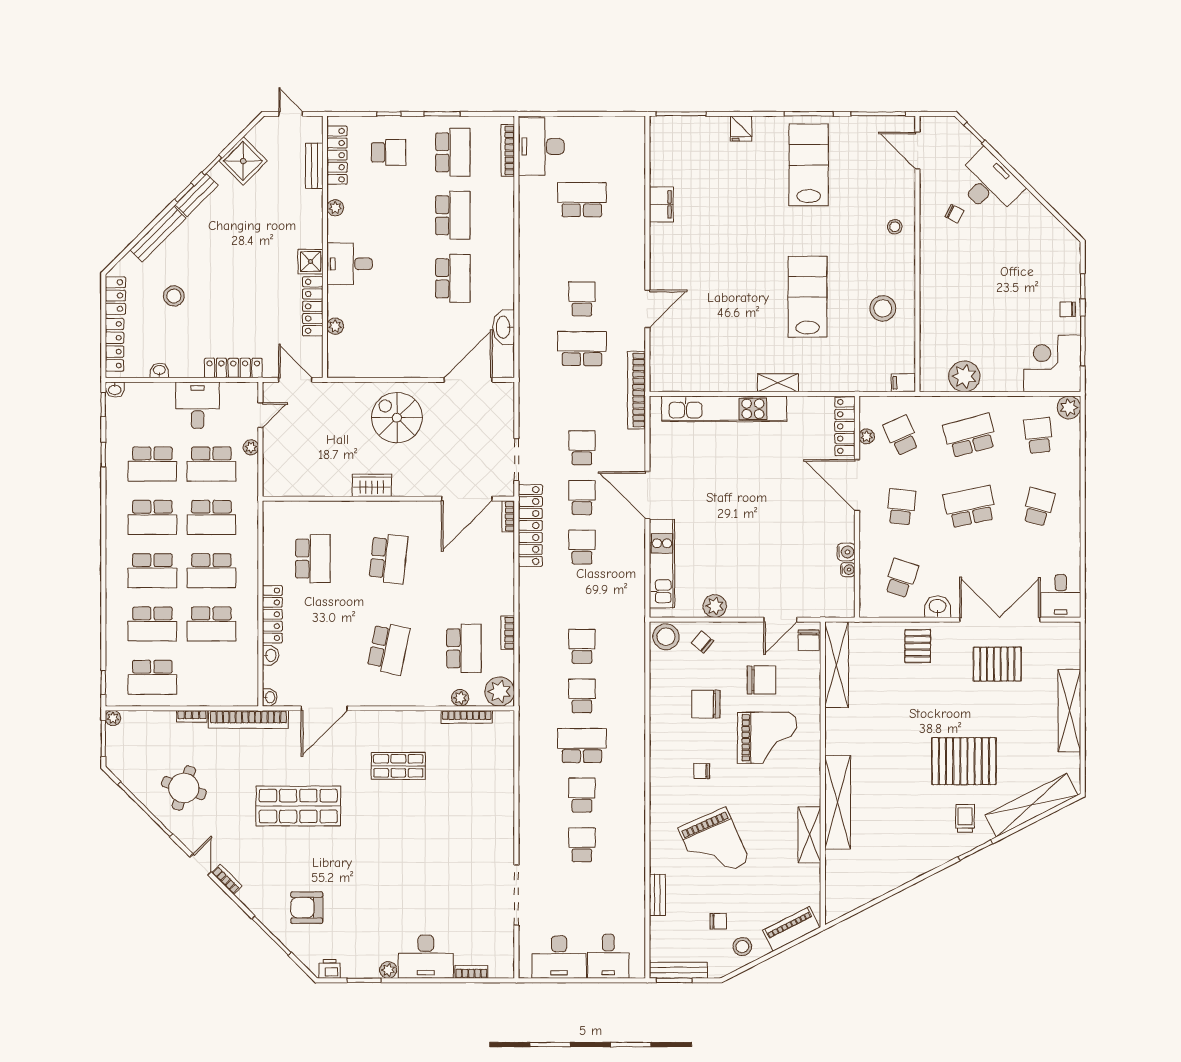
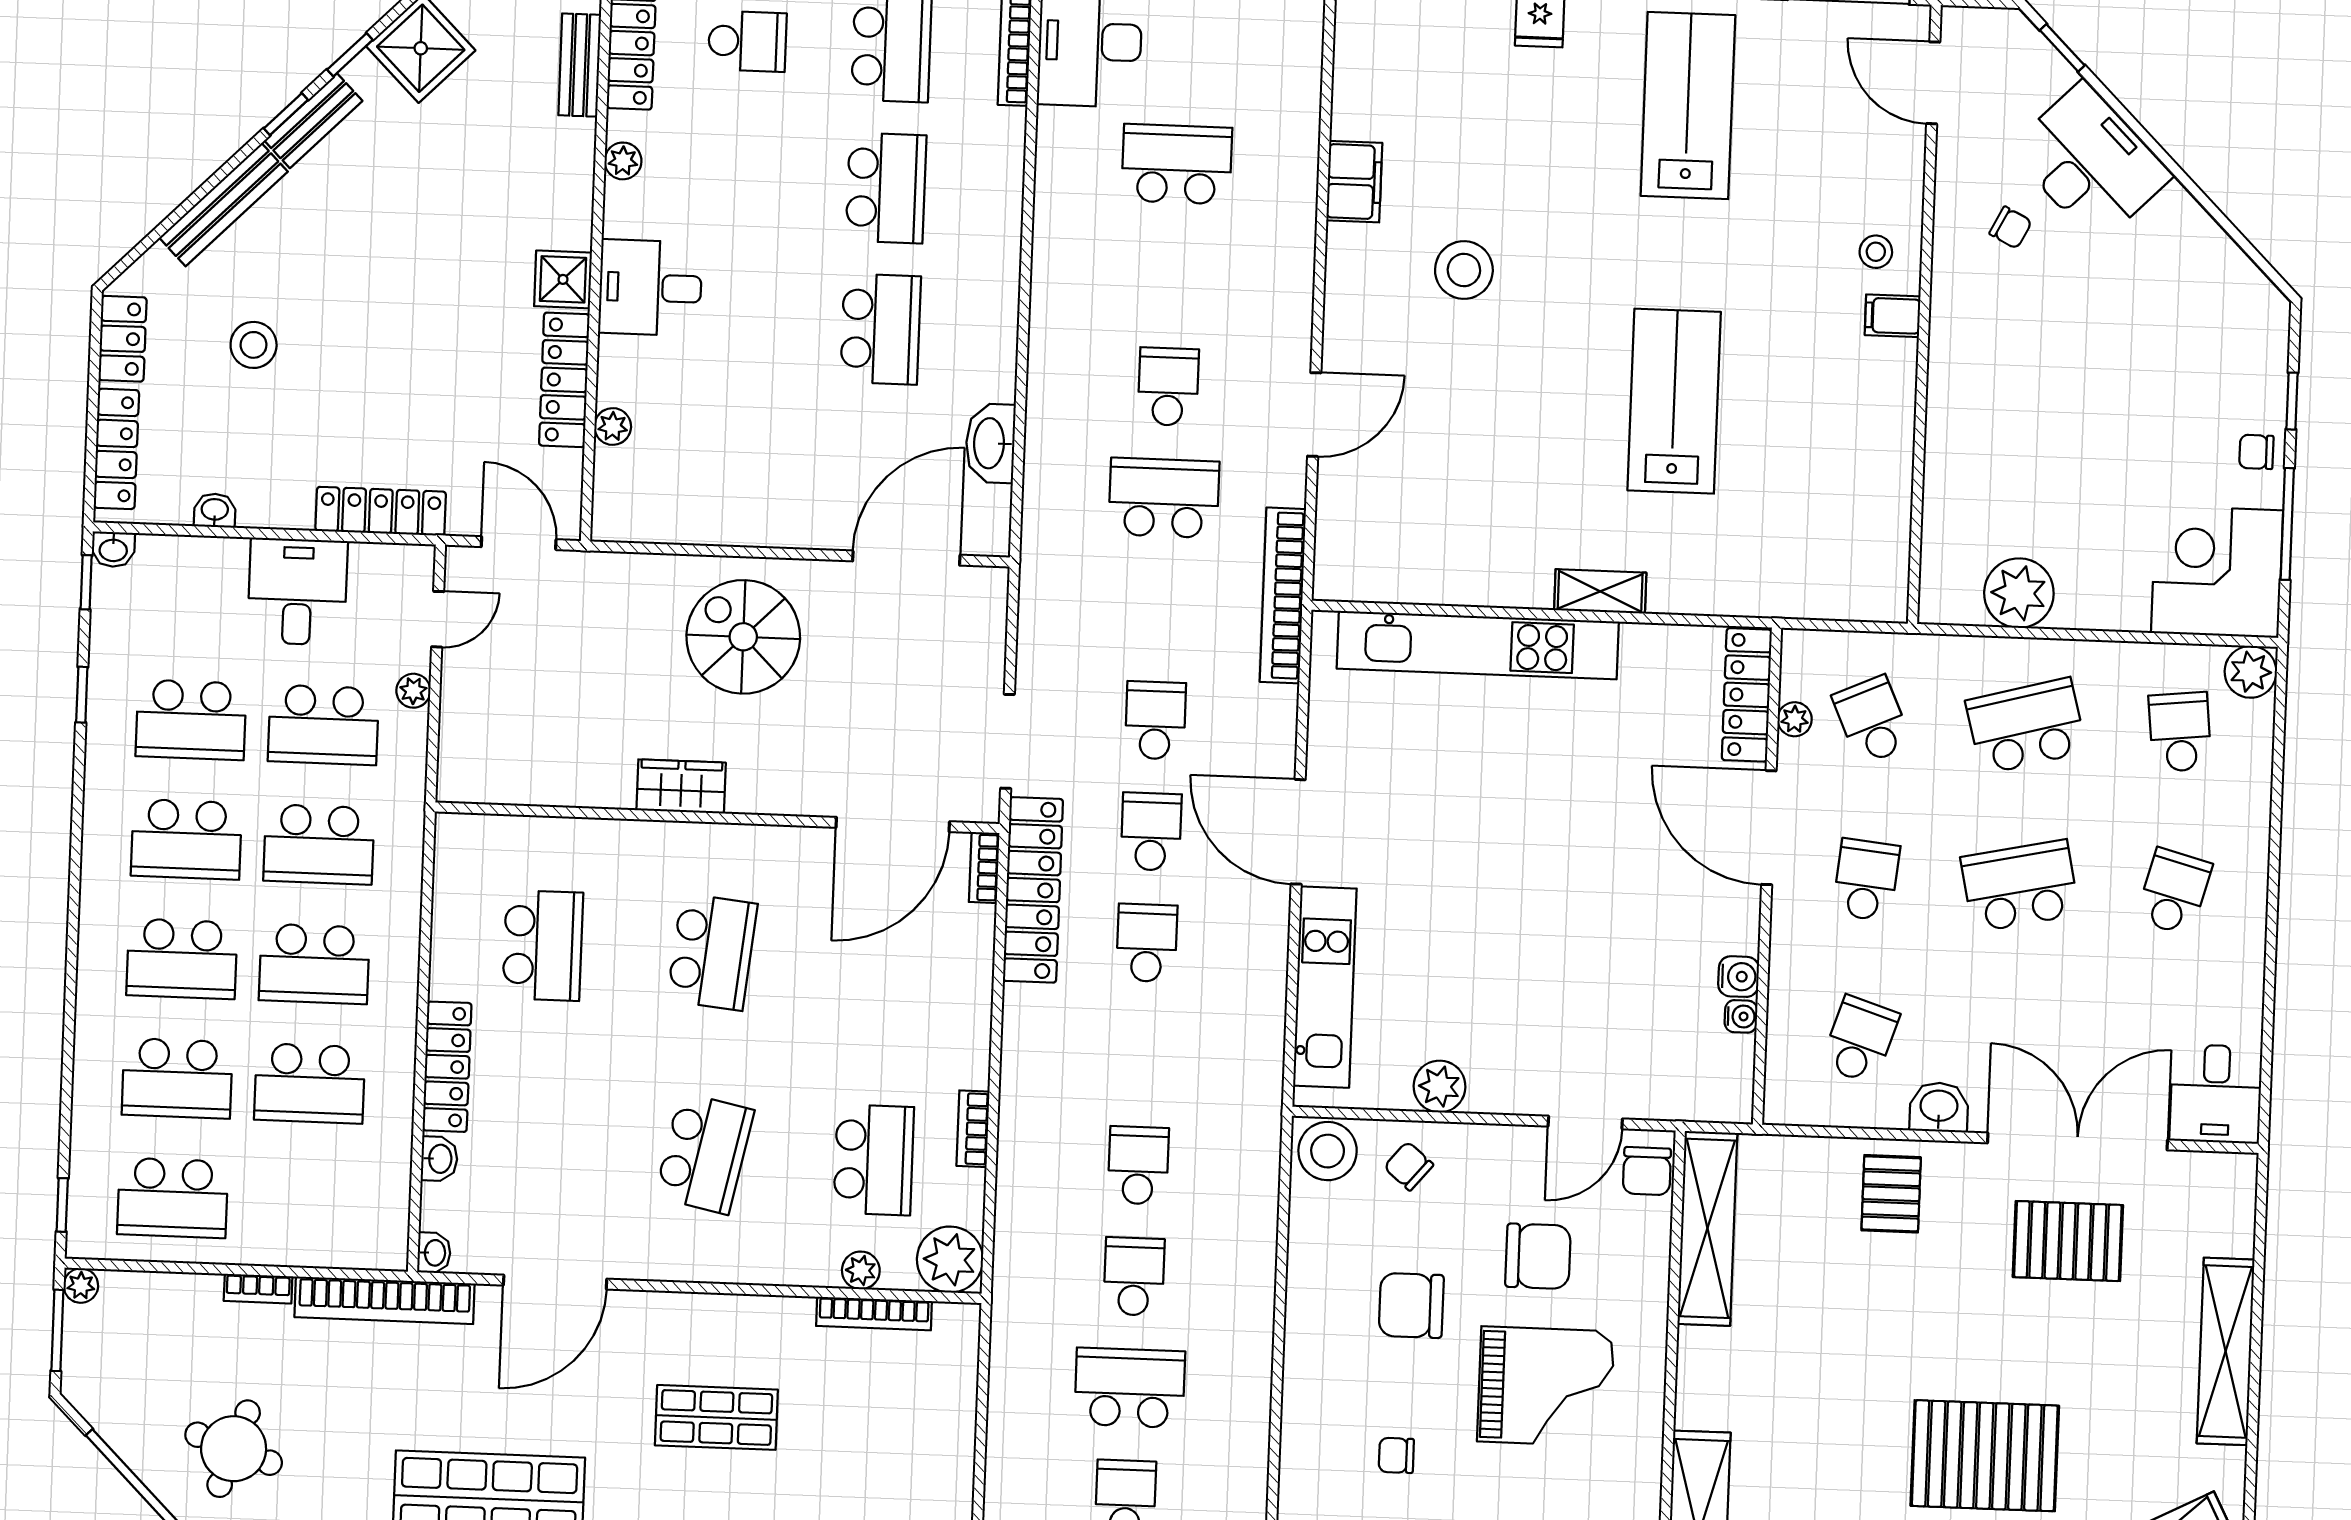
stool: (883, 308) -> (1464, 270), moved
filing cabinet: (903, 383) -> (1893, 316), moved

